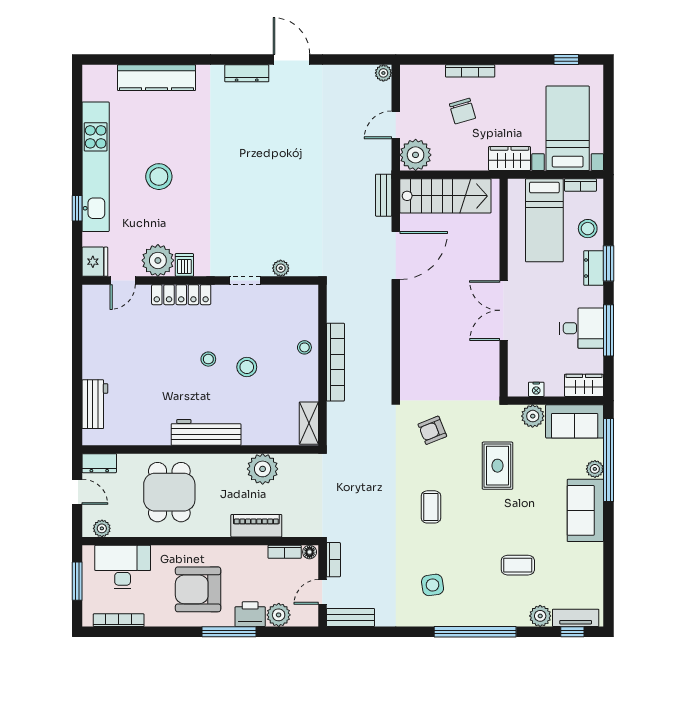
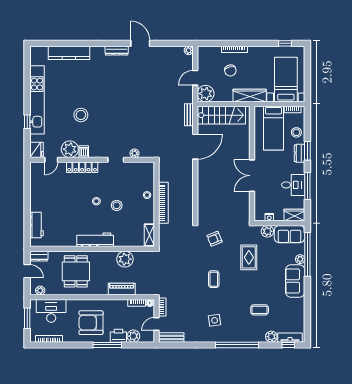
wardrobe: (509, 158) -> (250, 95), width x1.50
stool: (159, 177) -> (81, 115), moved

